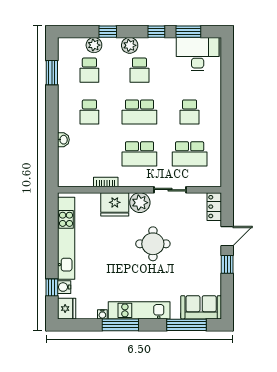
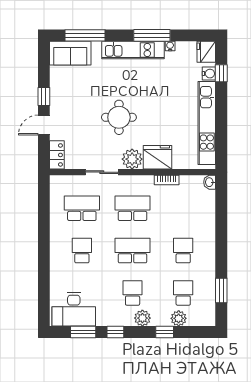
washbasin: (63, 140) -> (210, 182), moved

